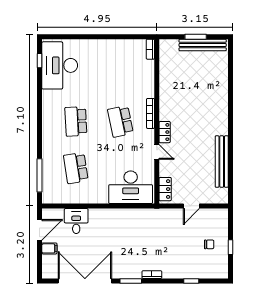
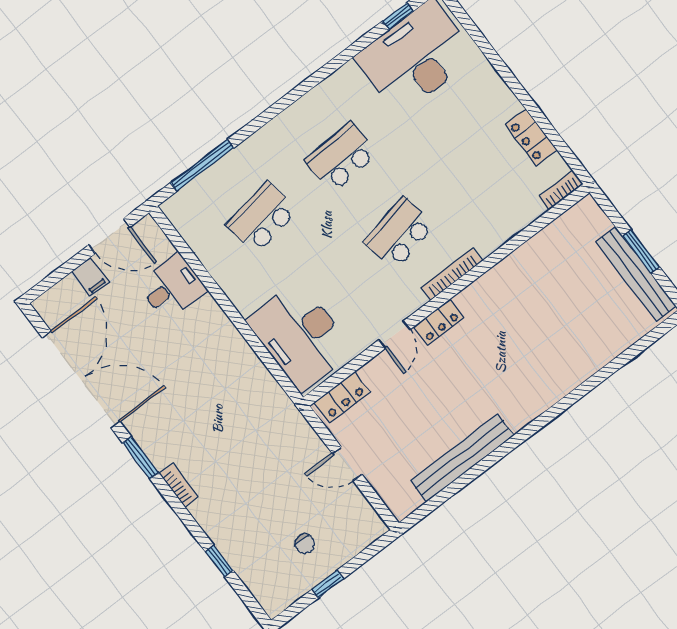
locker: (122, 45) -> (531, 137), added

